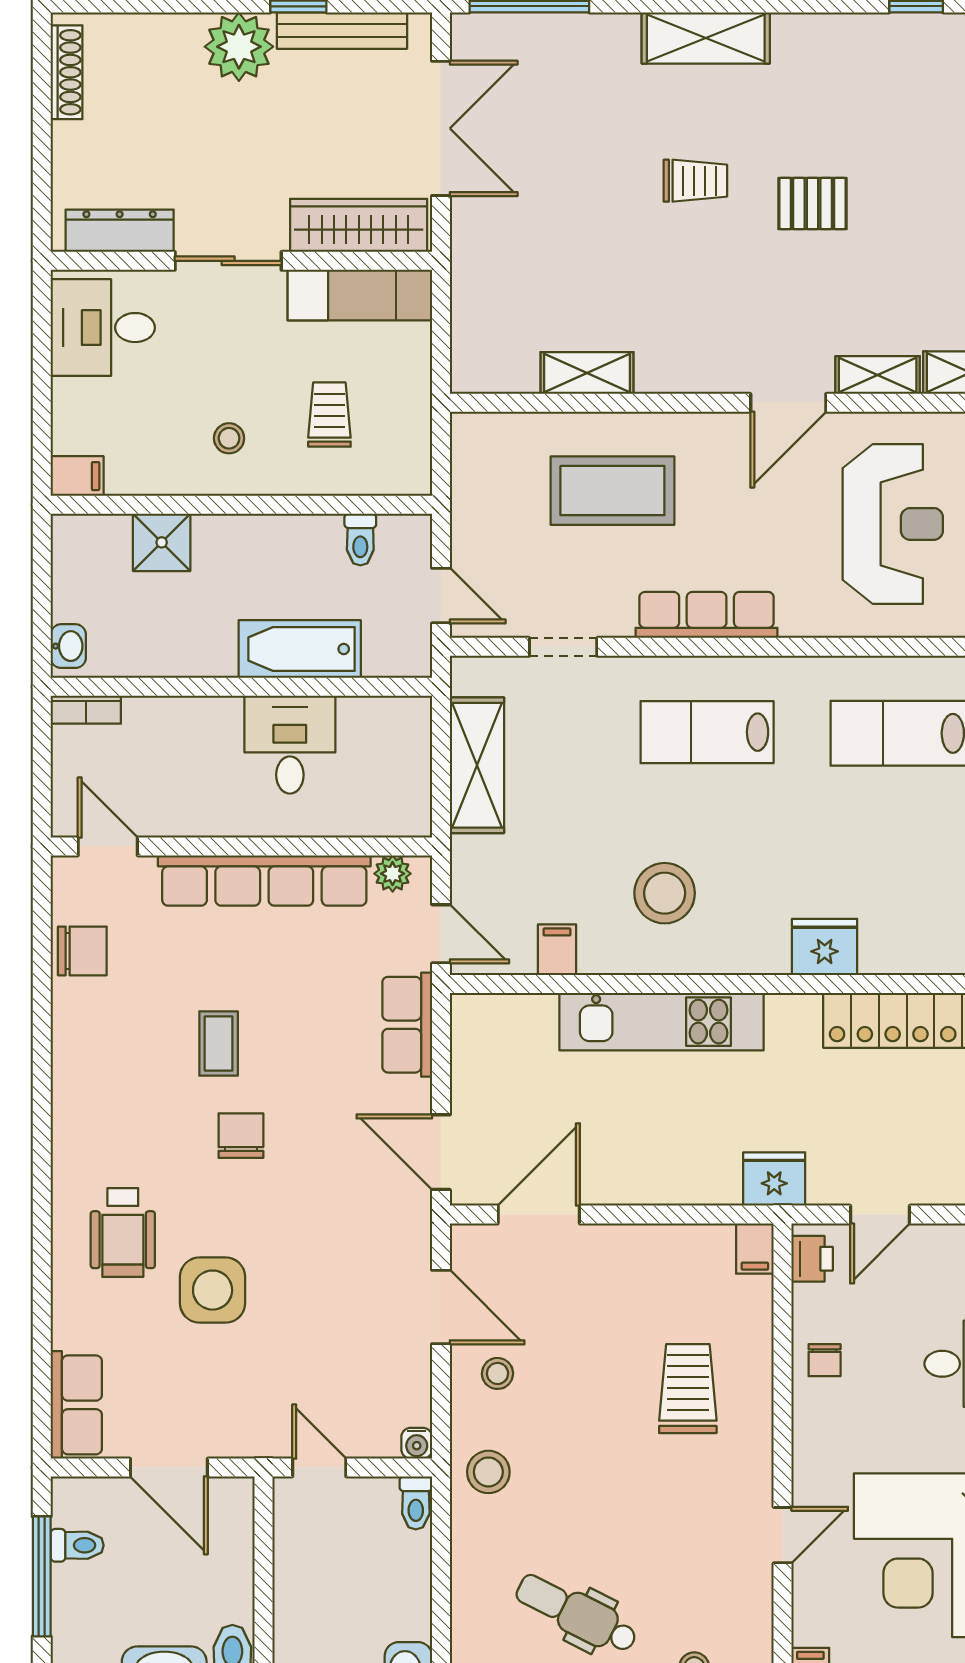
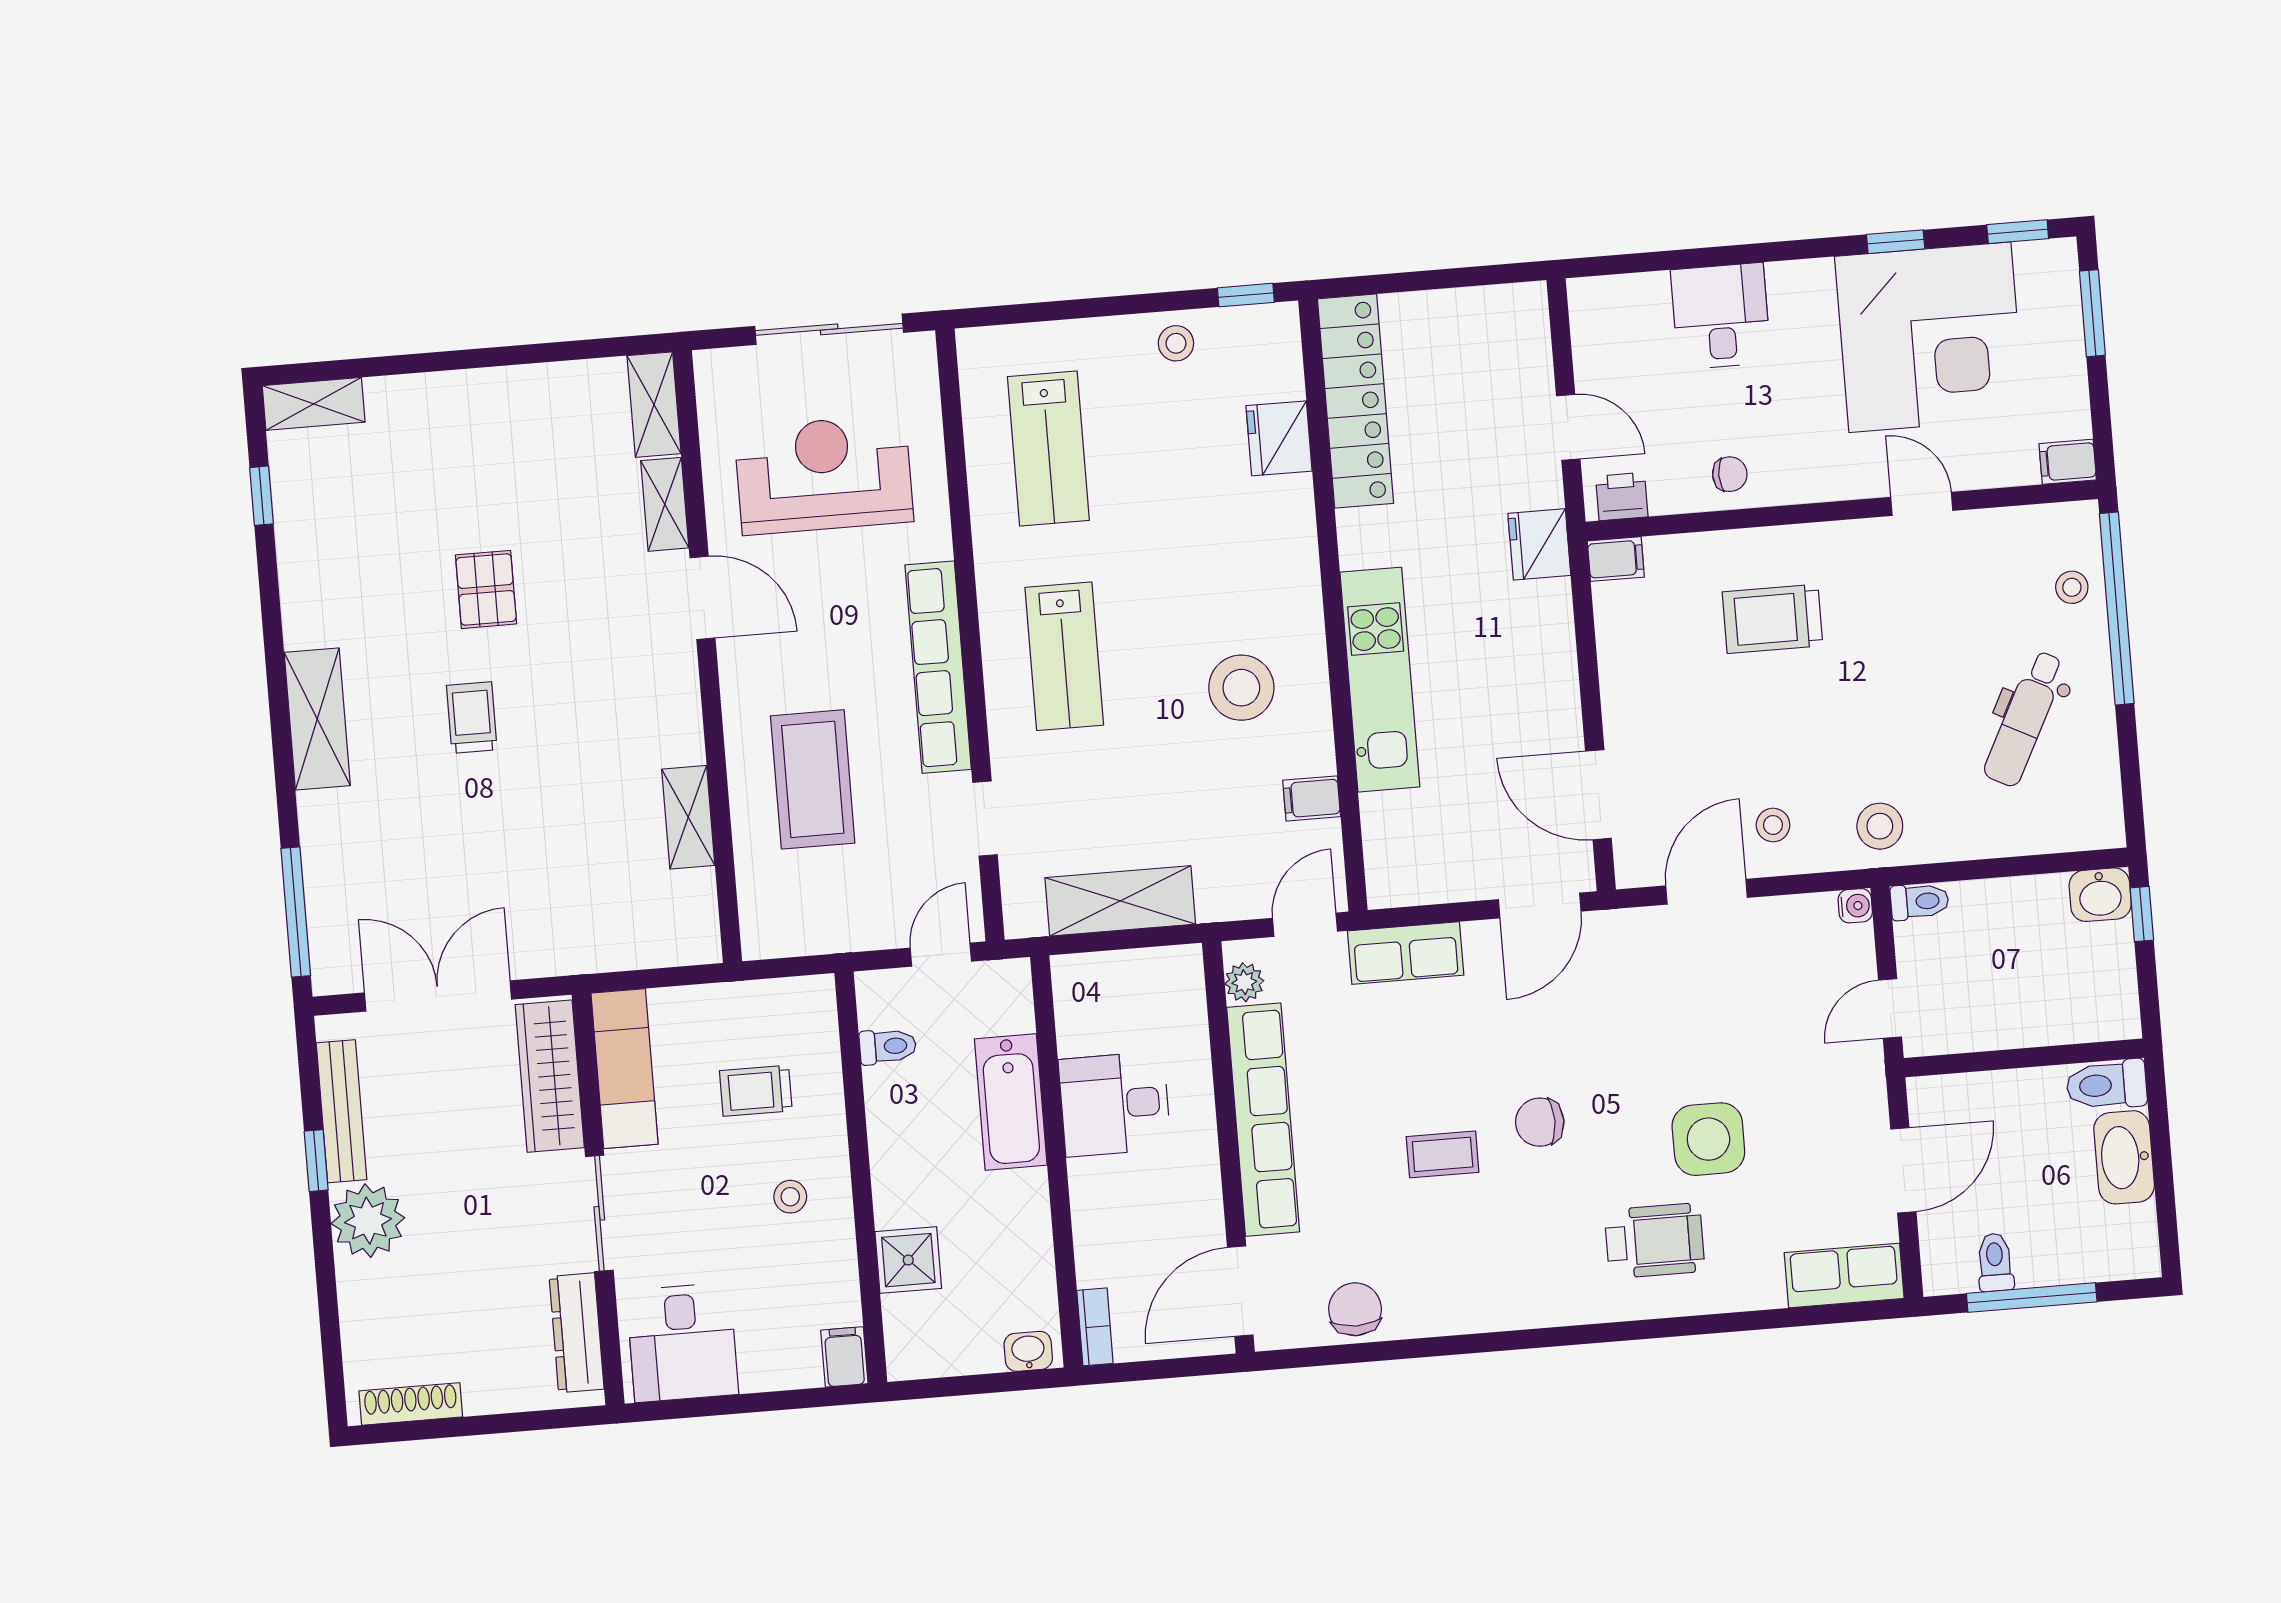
row of seats: (707, 615) -> (938, 667), width x1.36
door: (108, 846) -> (1240, 1291), width x1.38
fridge: (825, 947) -> (1279, 438), moved

